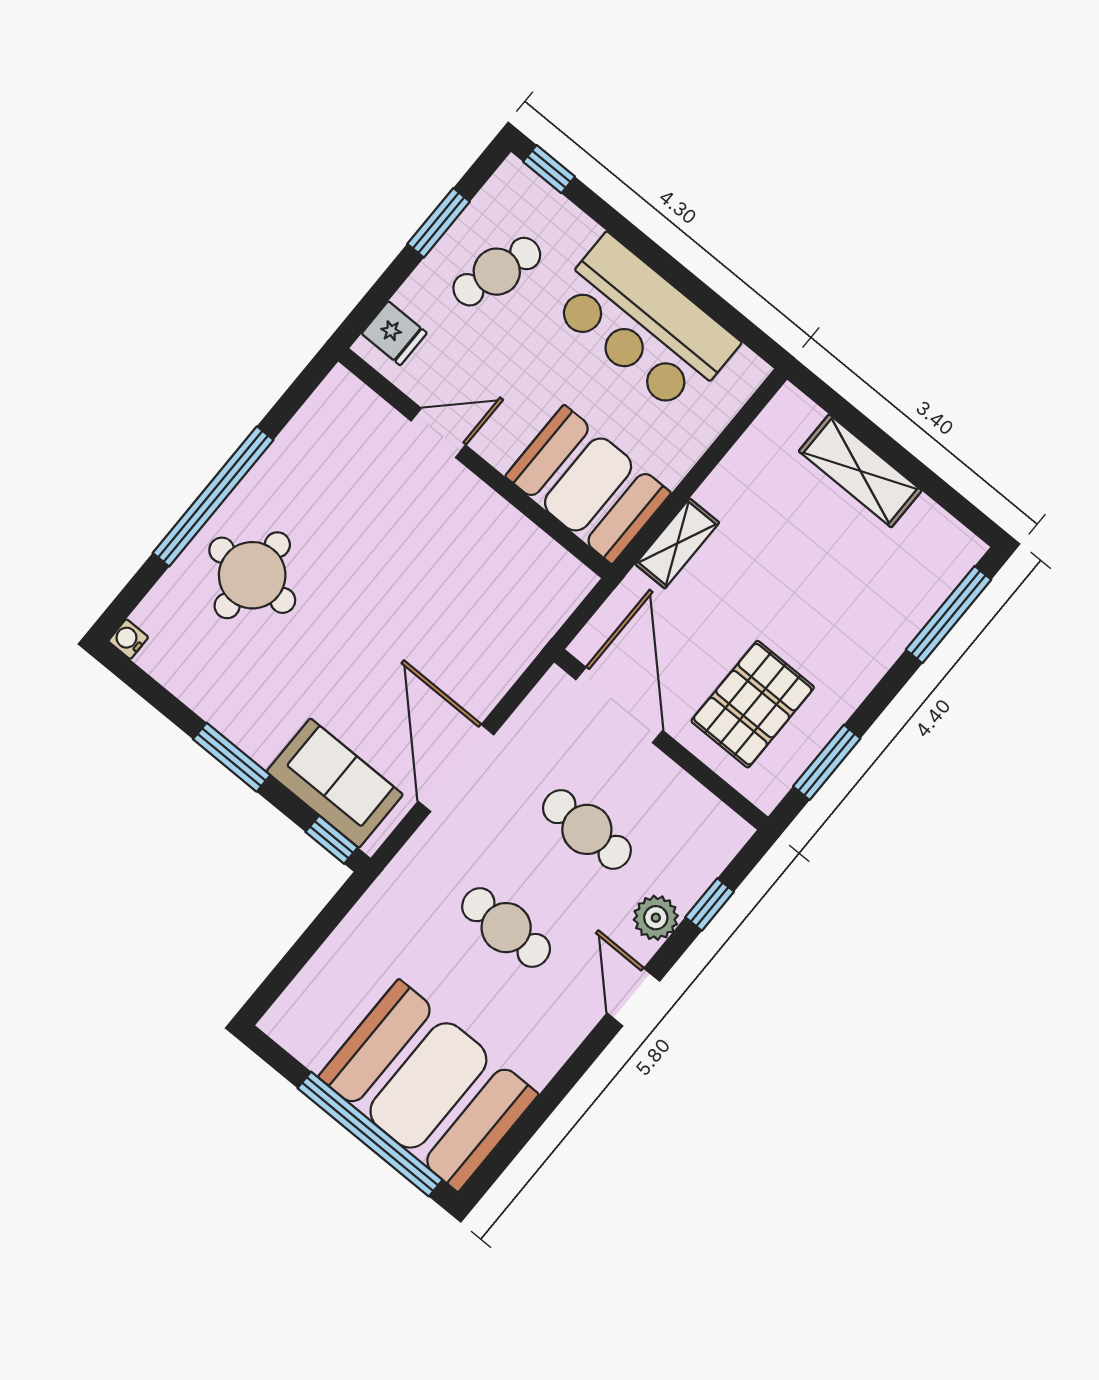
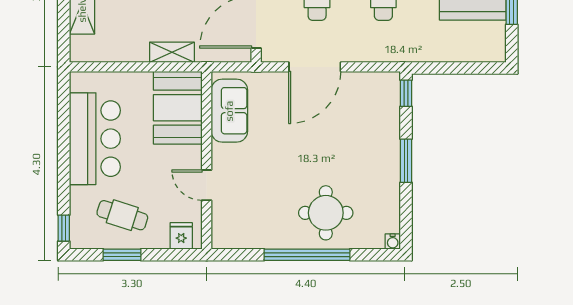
door: (456, 768) -> (315, 67), moved
sofa: (335, 783) -> (229, 111), moved, turned 180

